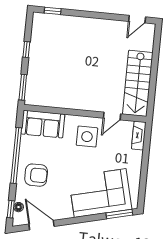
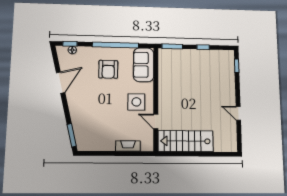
door: (137, 19) -> (238, 113), moved
fireplace: (139, 136) -> (128, 146), moved
armchair: (36, 175) -> (108, 69), moved
corner sofa: (100, 193) -> (89, 117), removed
door: (42, 225) -> (61, 83), moved

